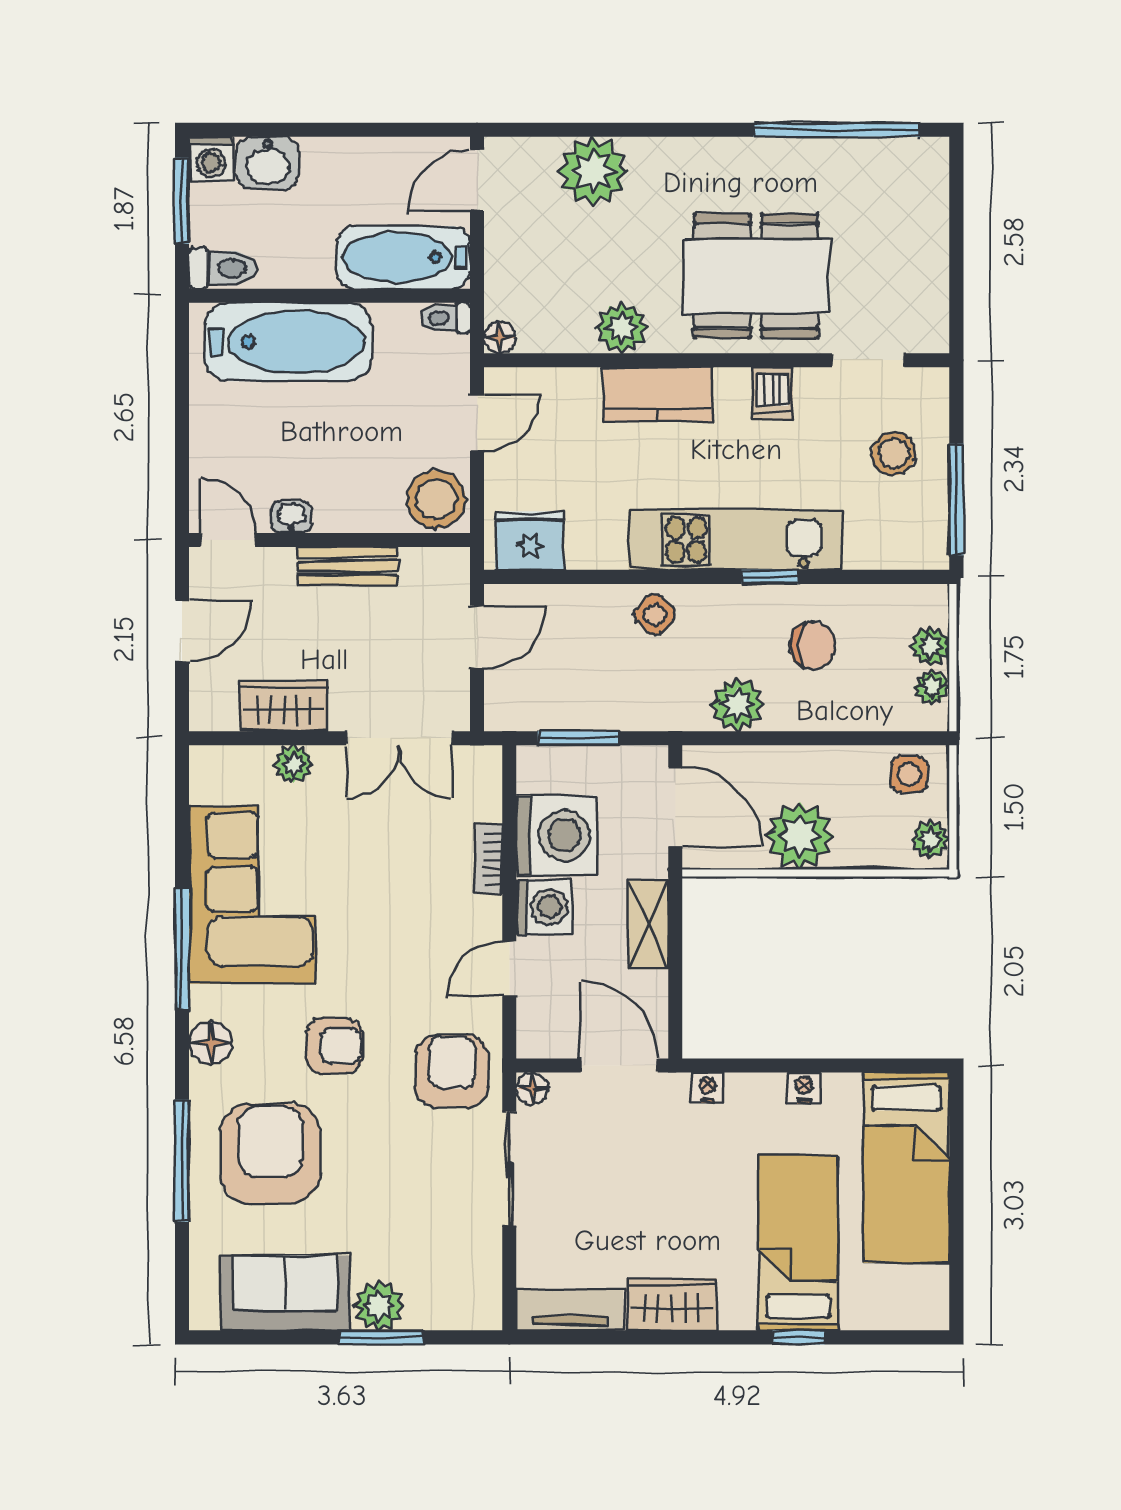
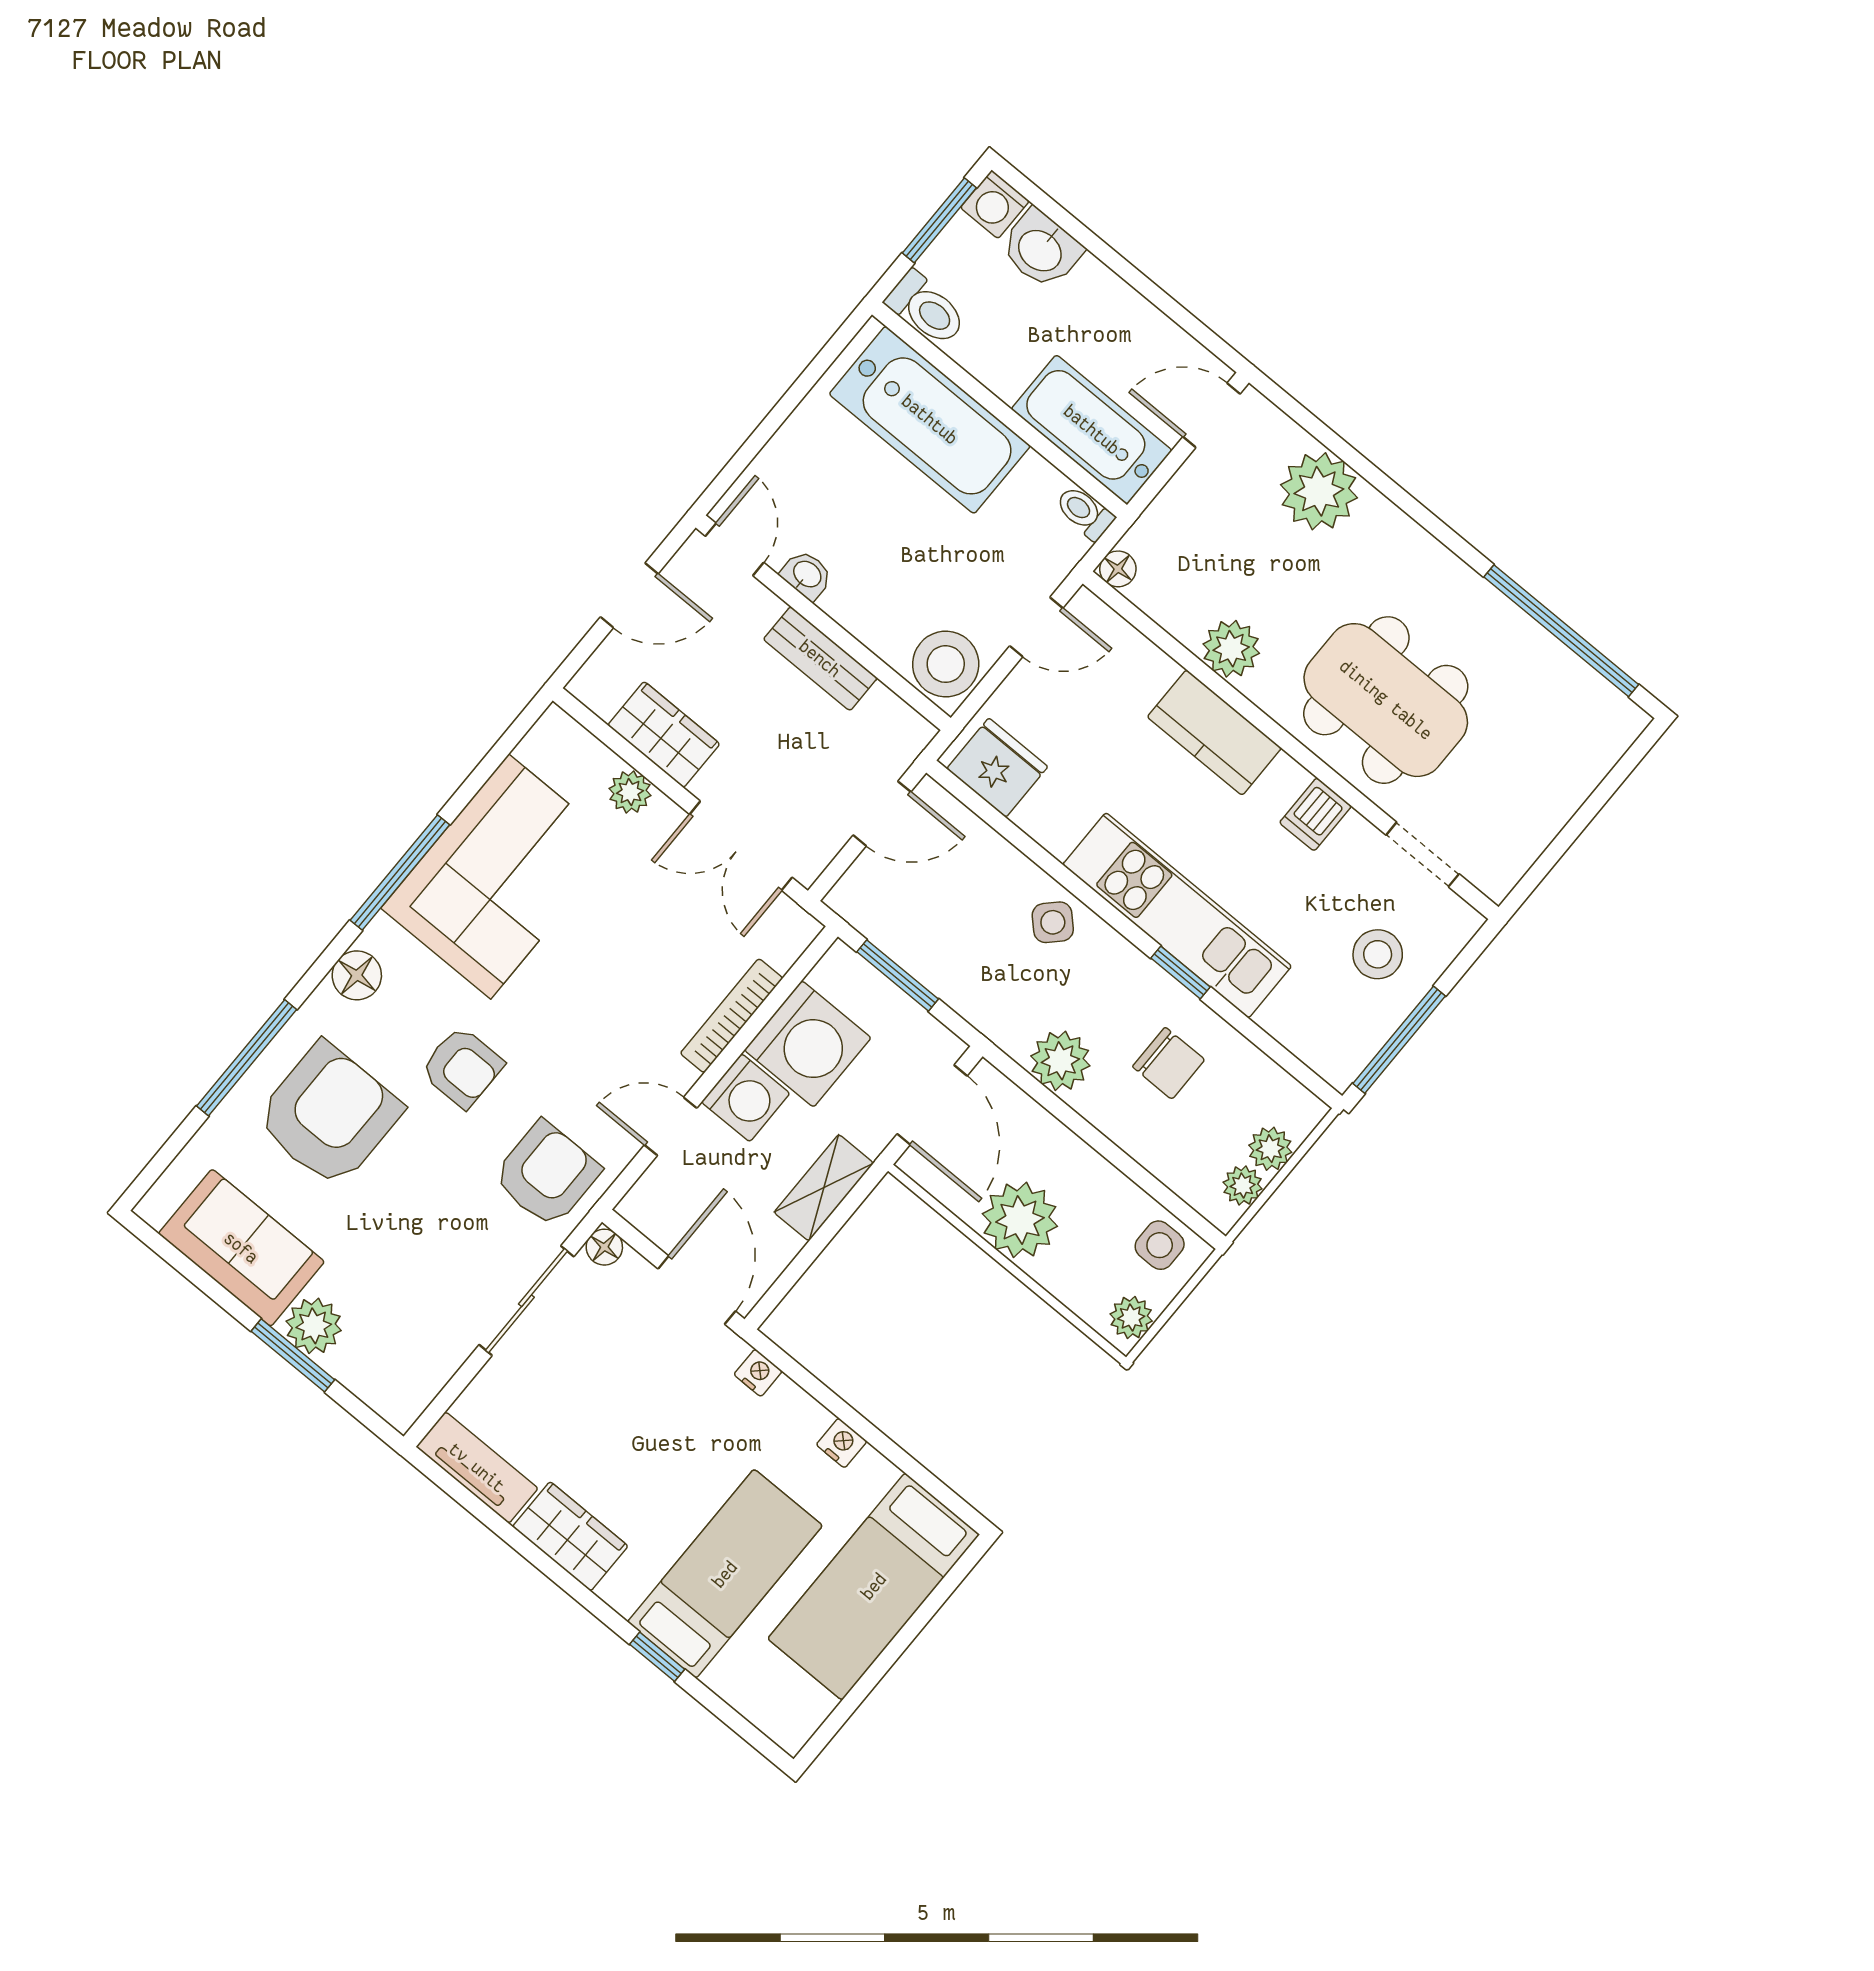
bookcase: (488, 859) -> (731, 1016), width x1.56

